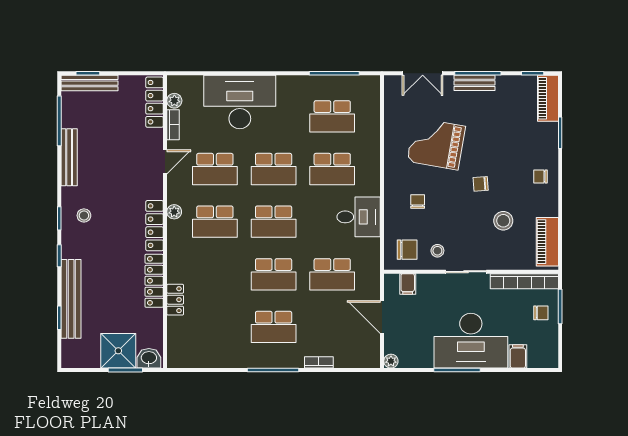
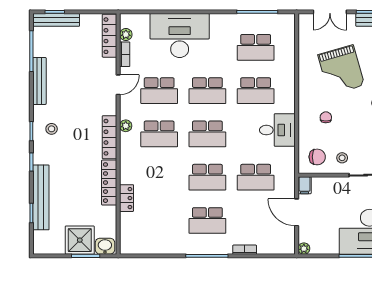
grand piano: (436, 144) -> (341, 70), turned -116
filing cabinet: (408, 284) -> (305, 185), moved

